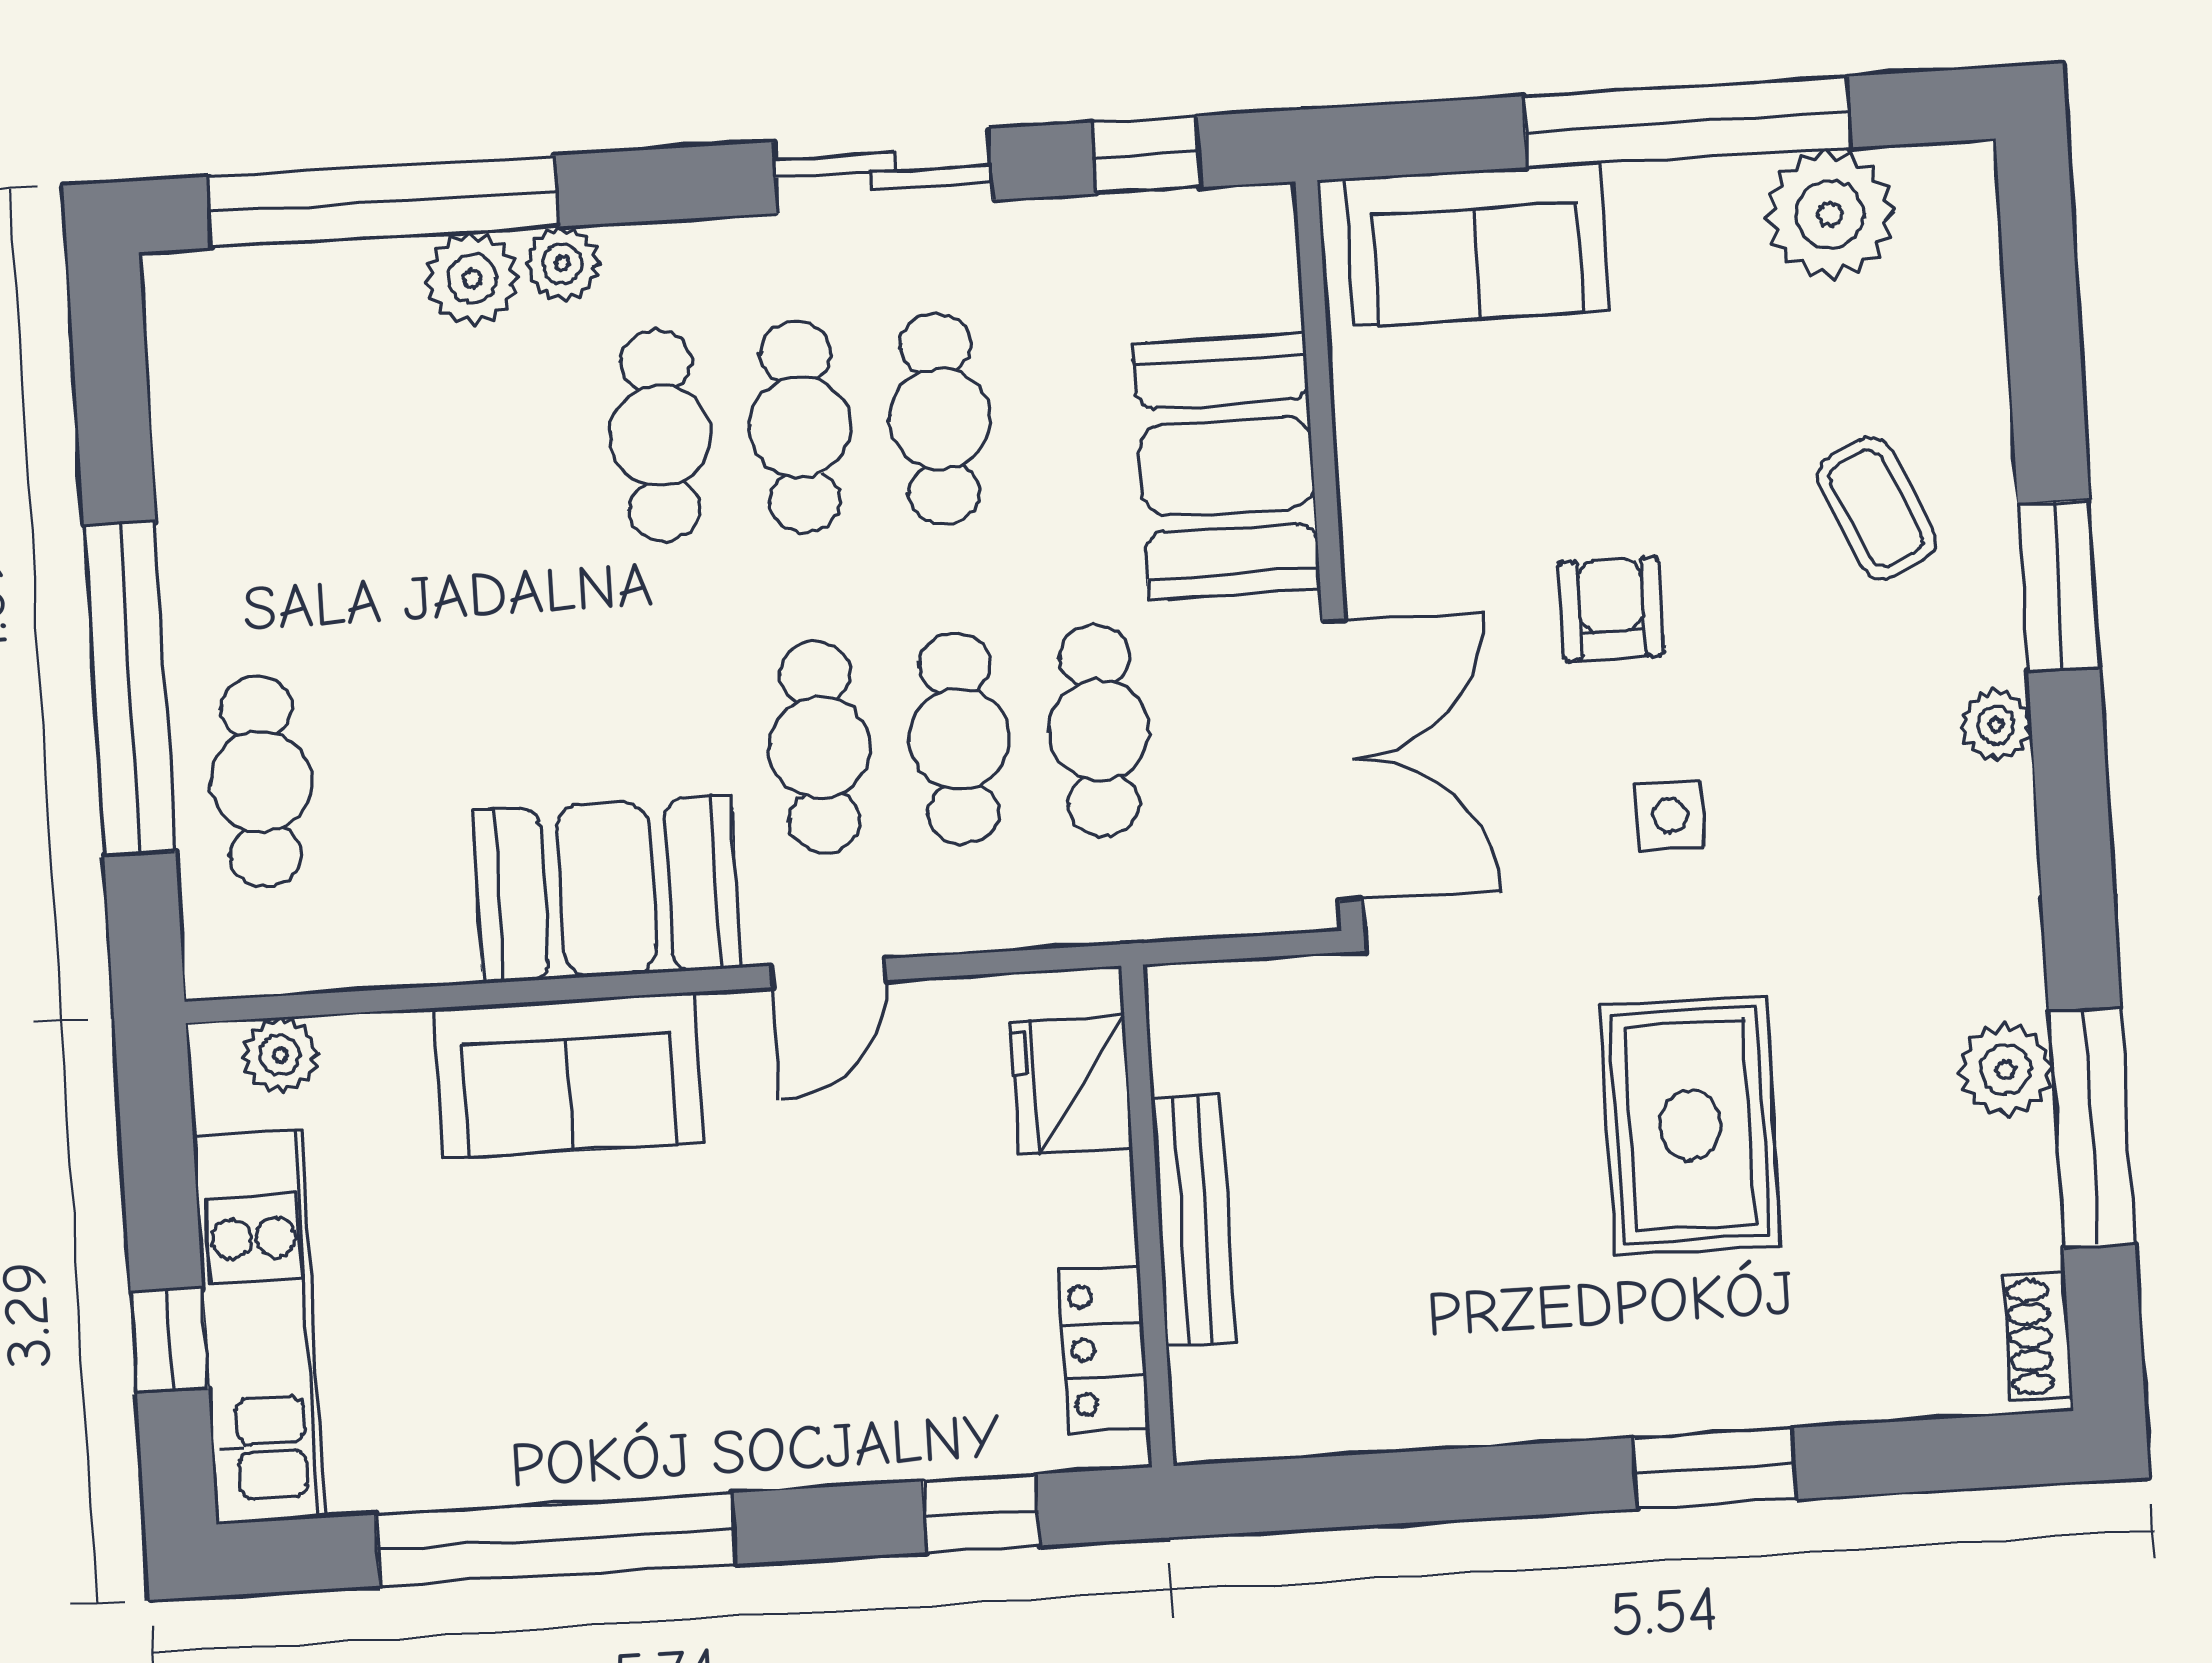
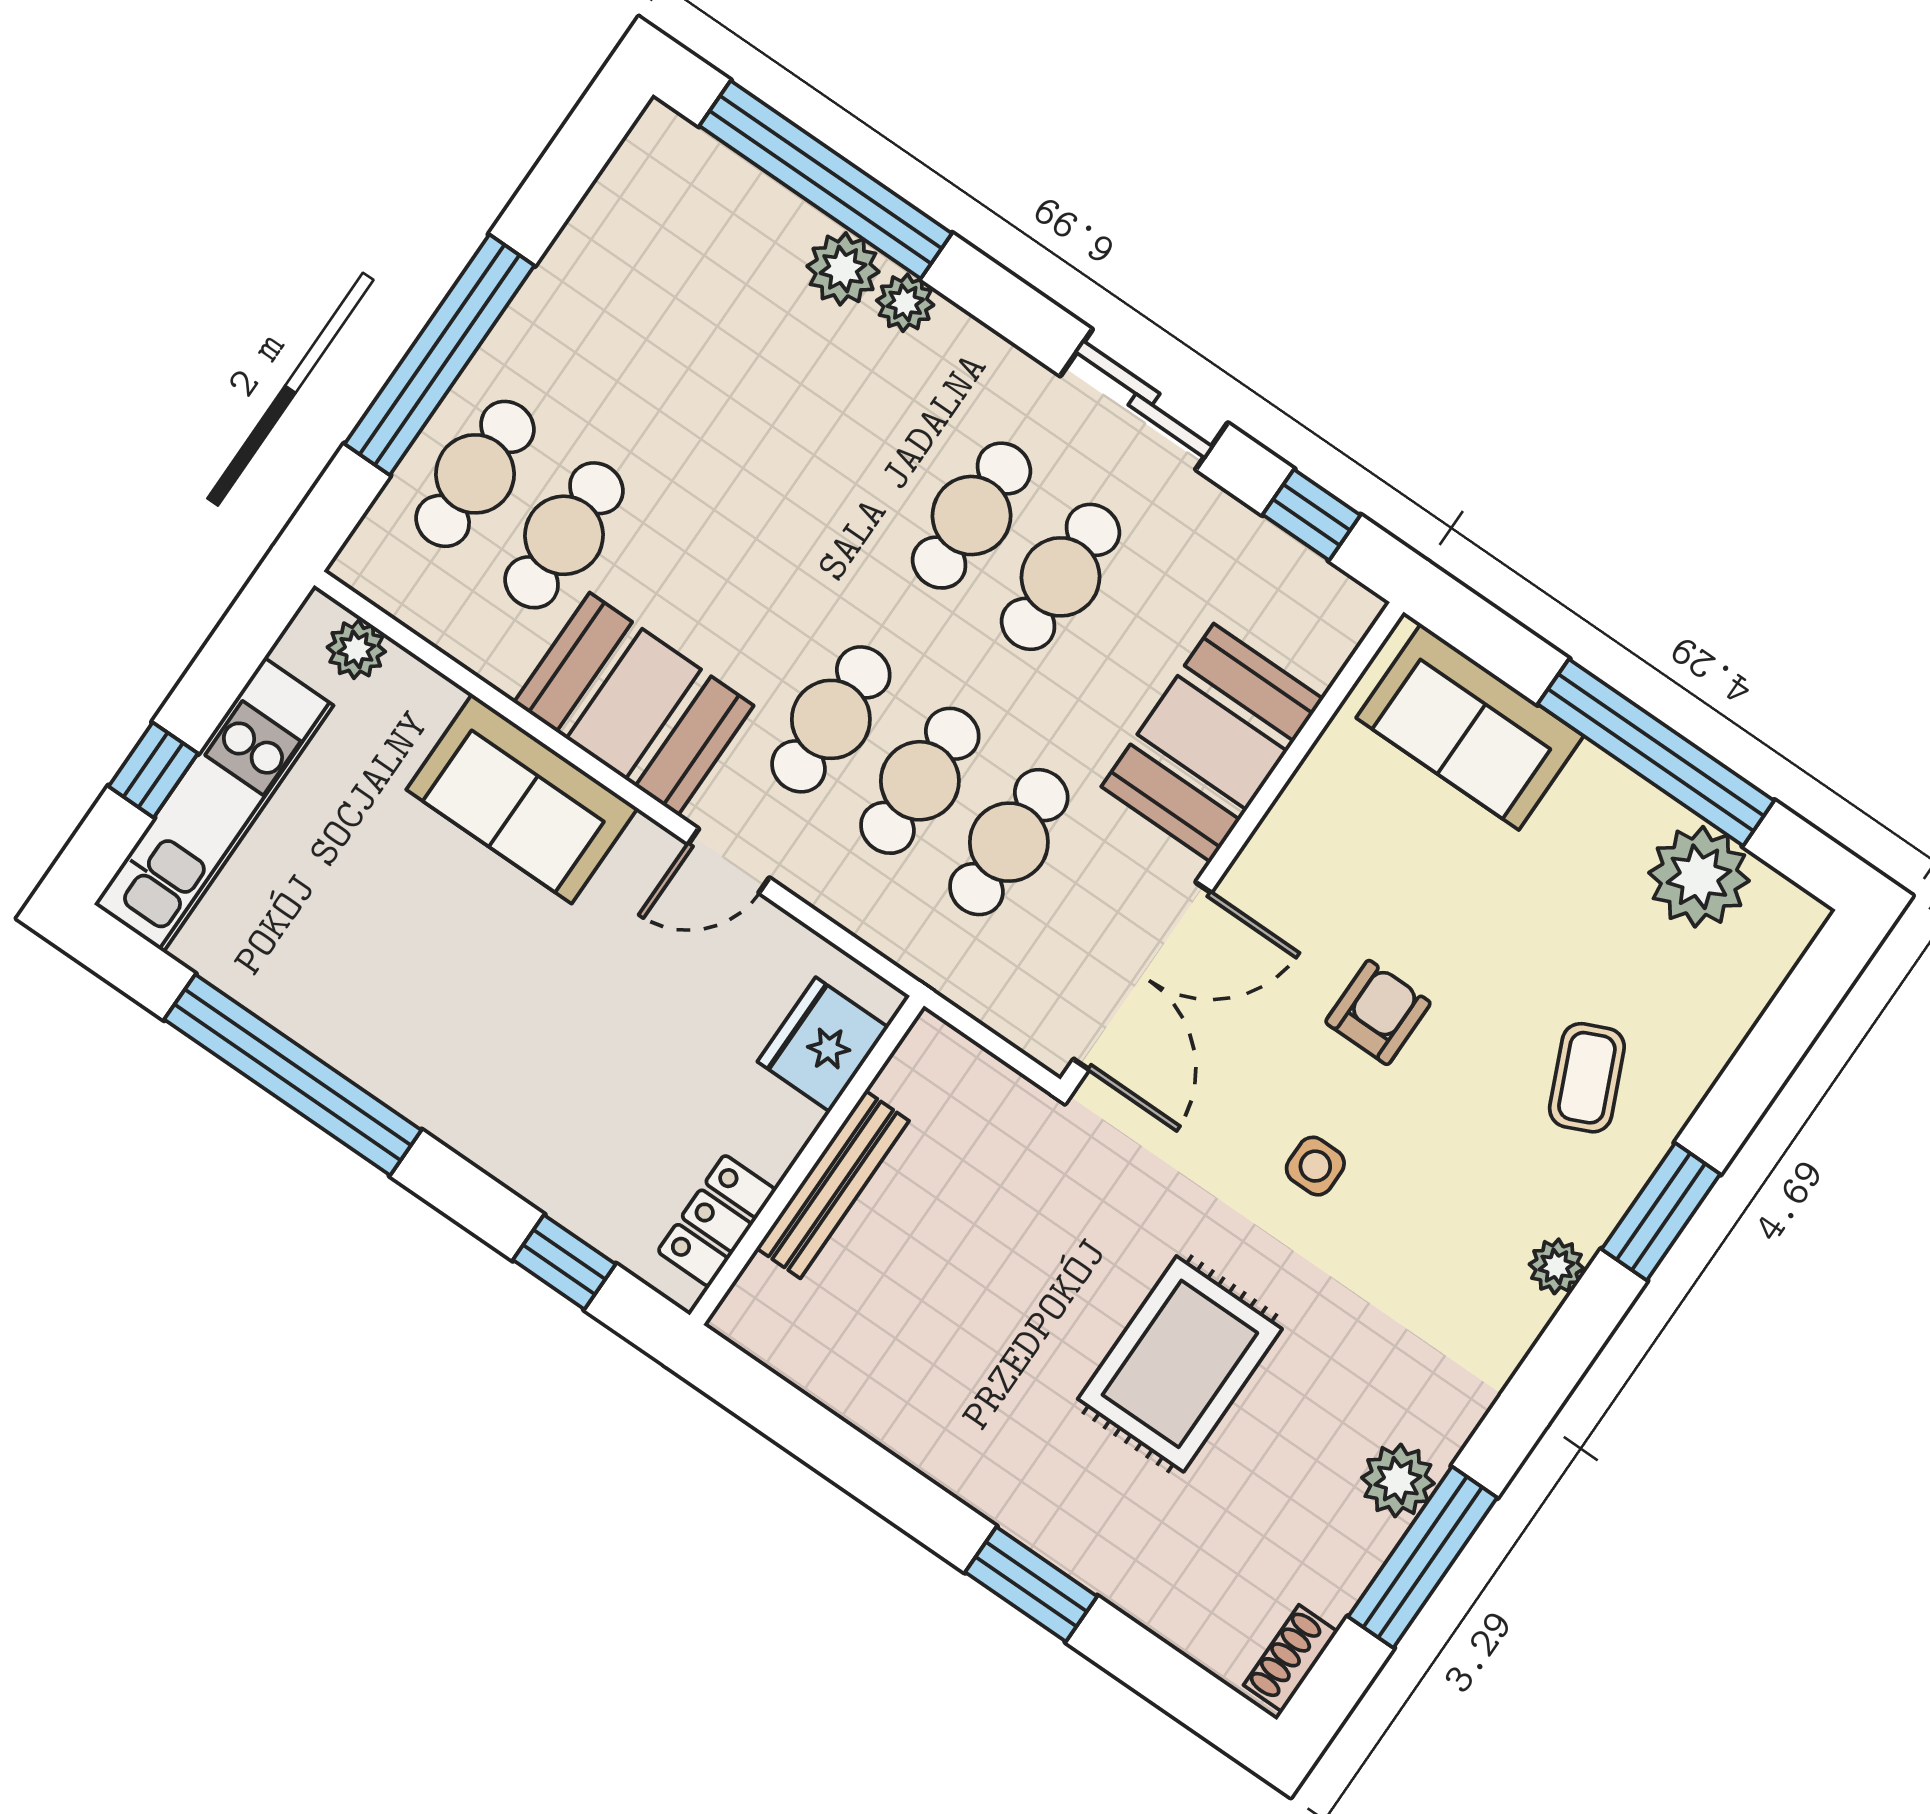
cafe table: (660, 436) -> (564, 535), moved

